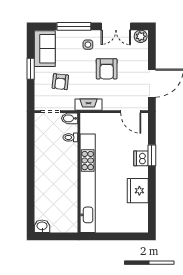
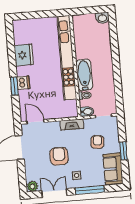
bathtub: (69, 161) -> (84, 75), added

